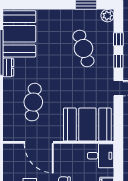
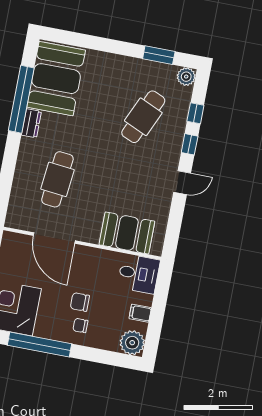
cafe table: (83, 48) -> (143, 117), turned 42
booth: (87, 125) -> (127, 233), width x0.73, depth x0.70

